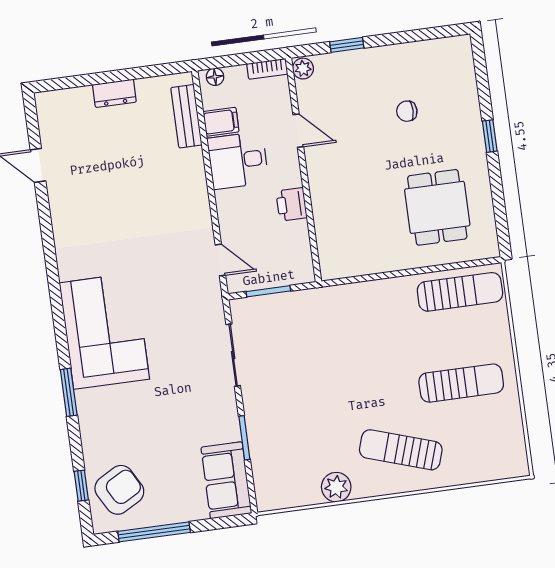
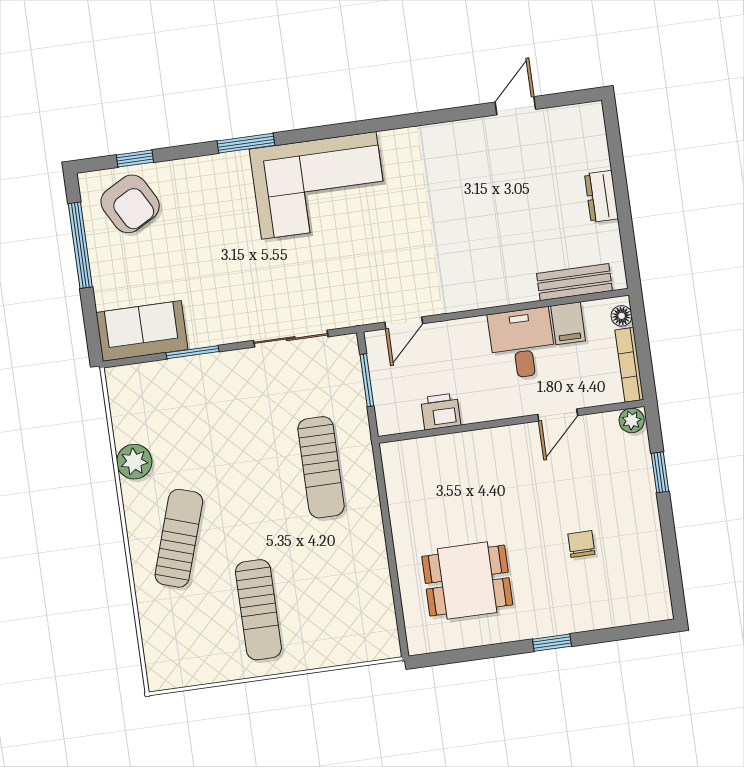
bookcase: (267, 69) -> (629, 365), width x1.56
printer: (291, 204) -> (441, 411), moved
sun lounger: (460, 292) -> (321, 467), moved

